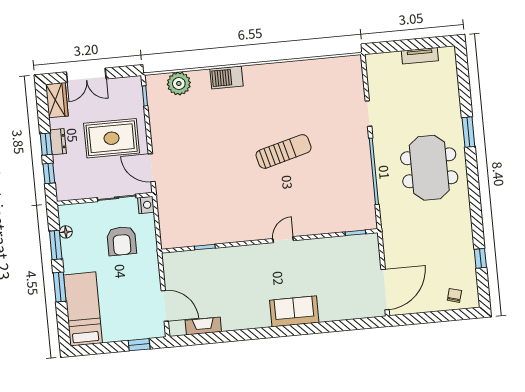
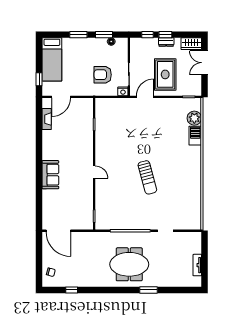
barbecue: (226, 77) -> (195, 136), moved
bed: (83, 309) -> (52, 59), moved, turned 90

